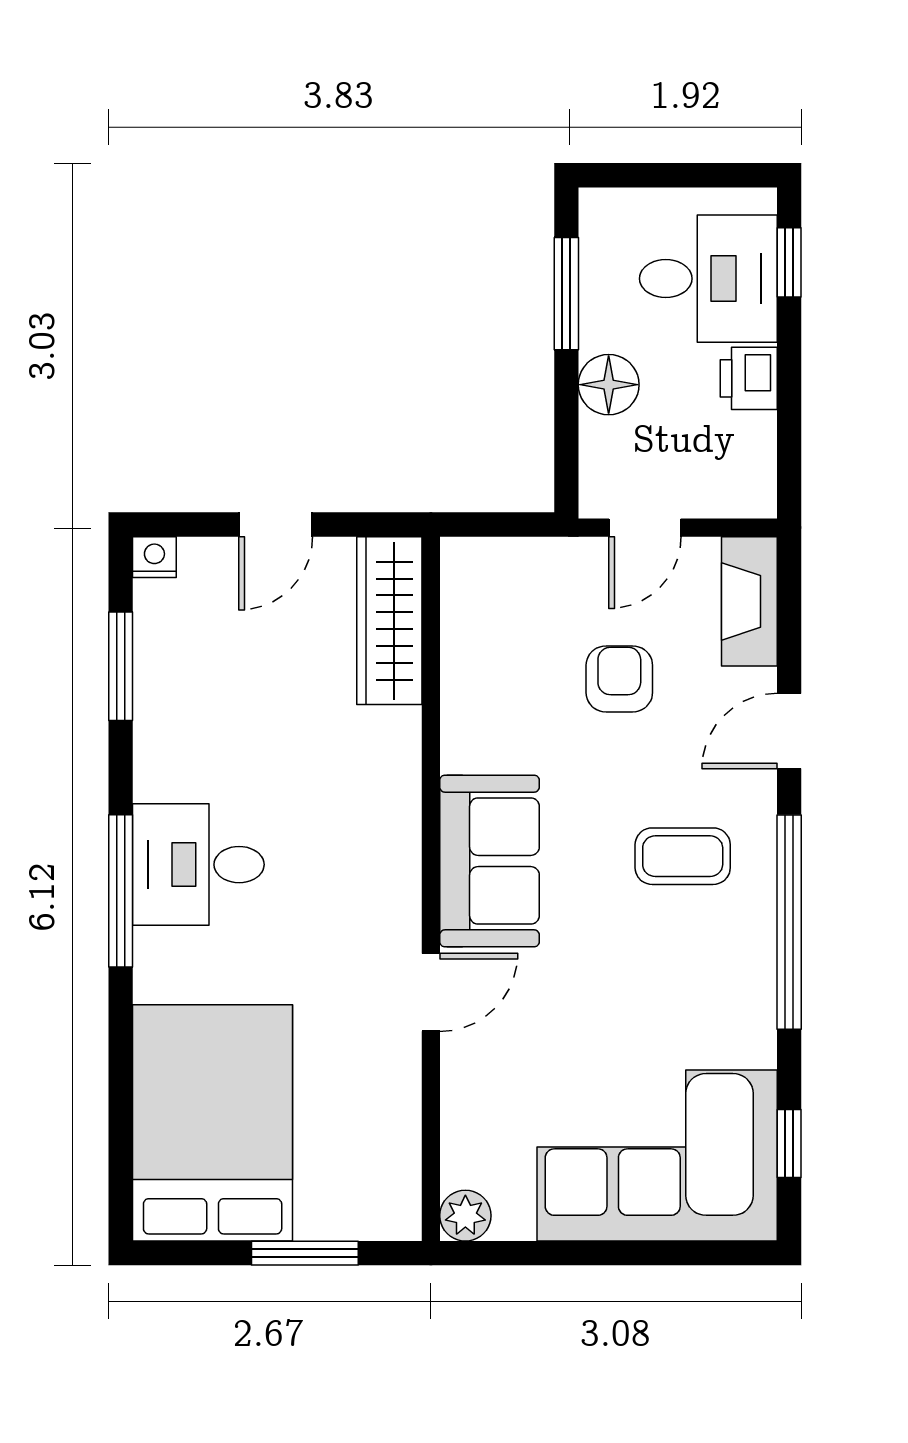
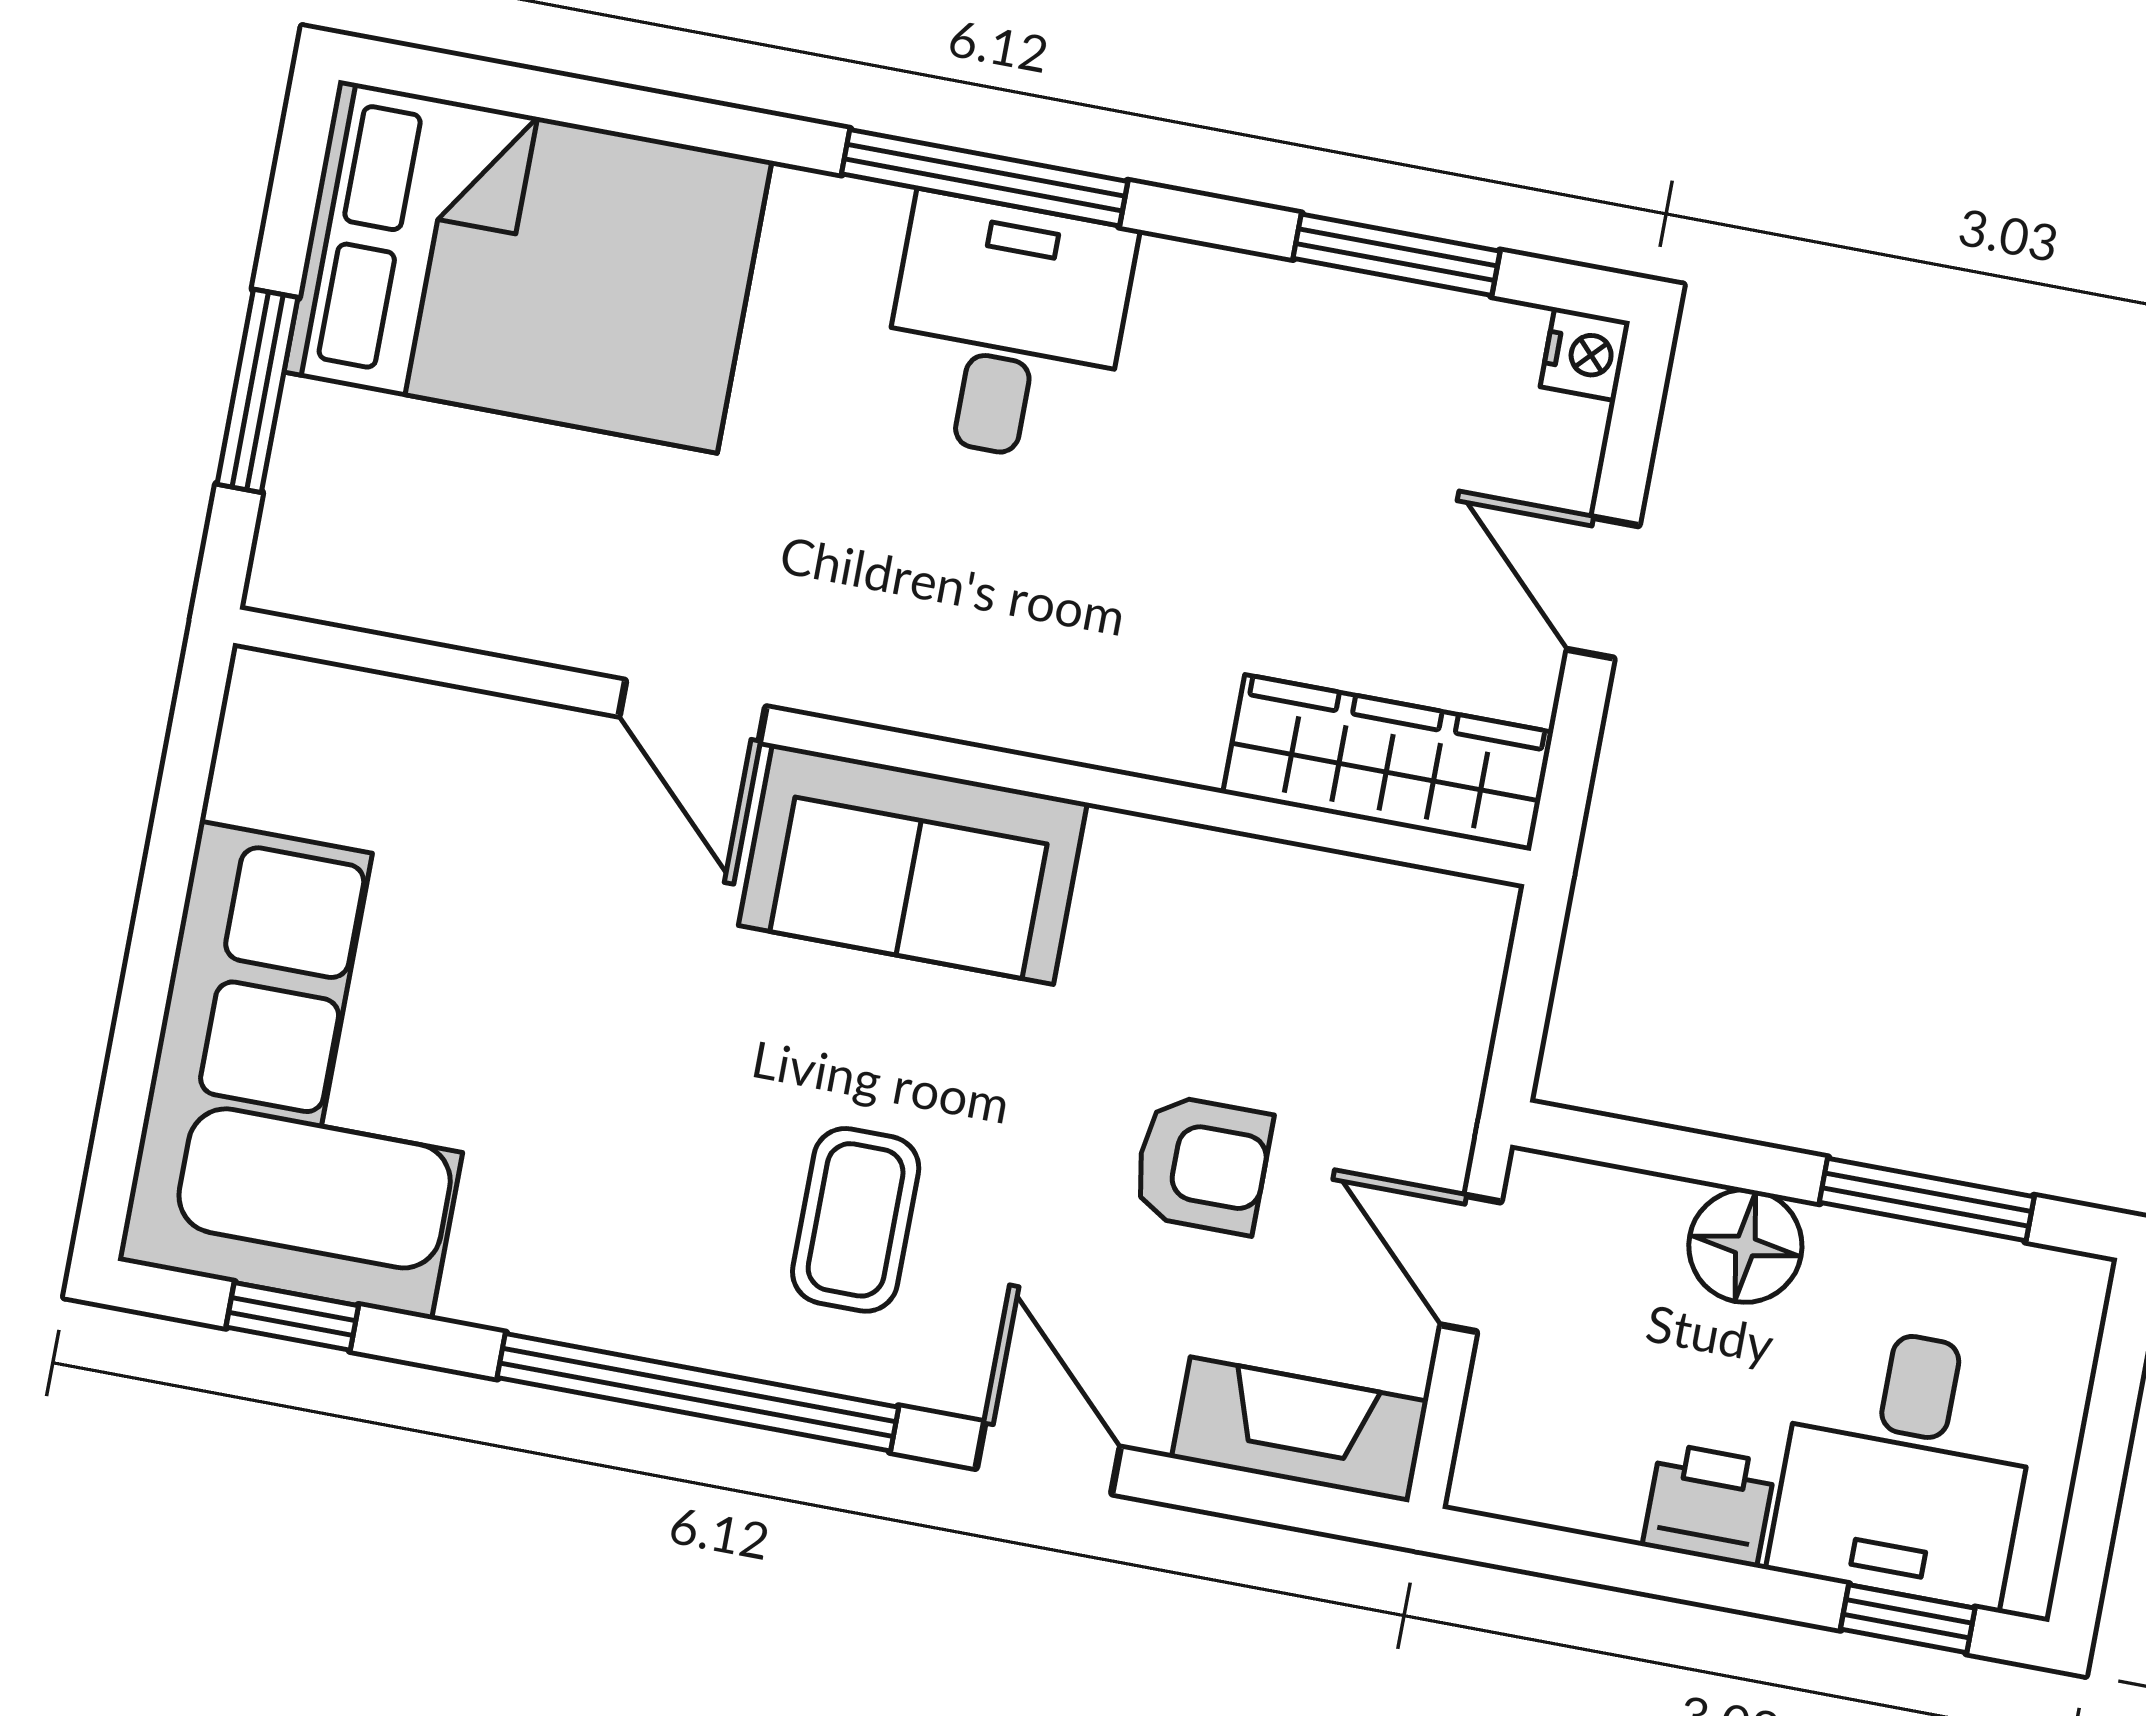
plant: (465, 1216) -> (271, 698), removed

